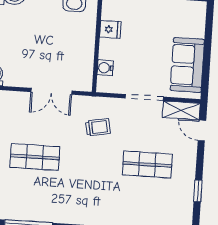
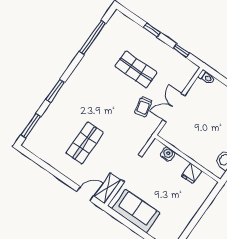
trolley: (98, 127) -> (143, 106), moved
shop shelf: (35, 157) -> (136, 70), turned 90
window: (198, 191) -> (46, 166), removed

